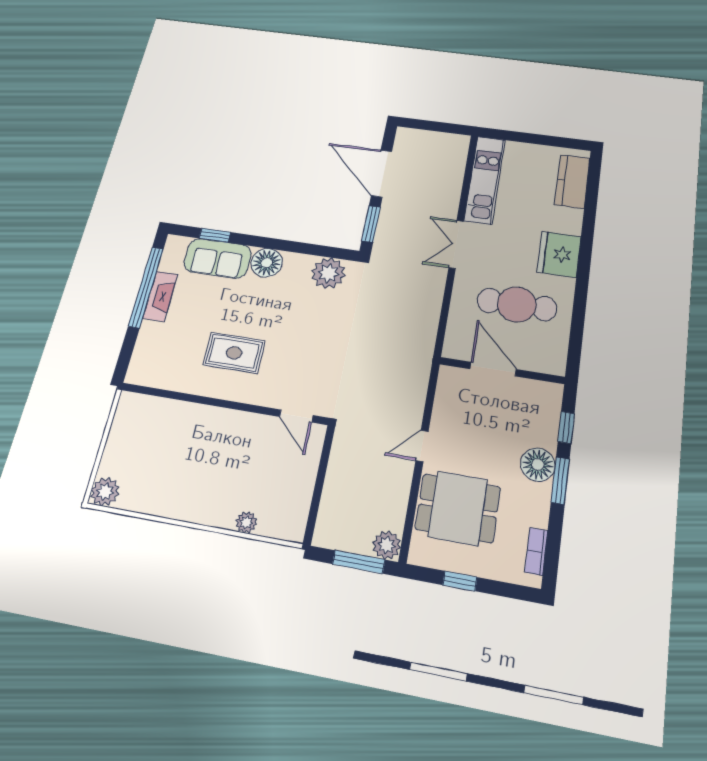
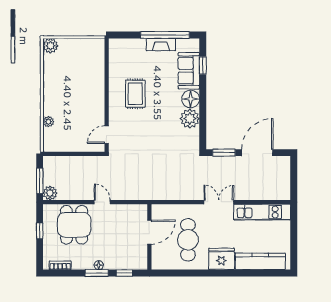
kitchen counter: (572, 181) -> (260, 261), width x1.50
plant: (328, 273) -> (190, 119), moved
floor lamp: (538, 465) -> (99, 265), width x0.53, depth x0.53

